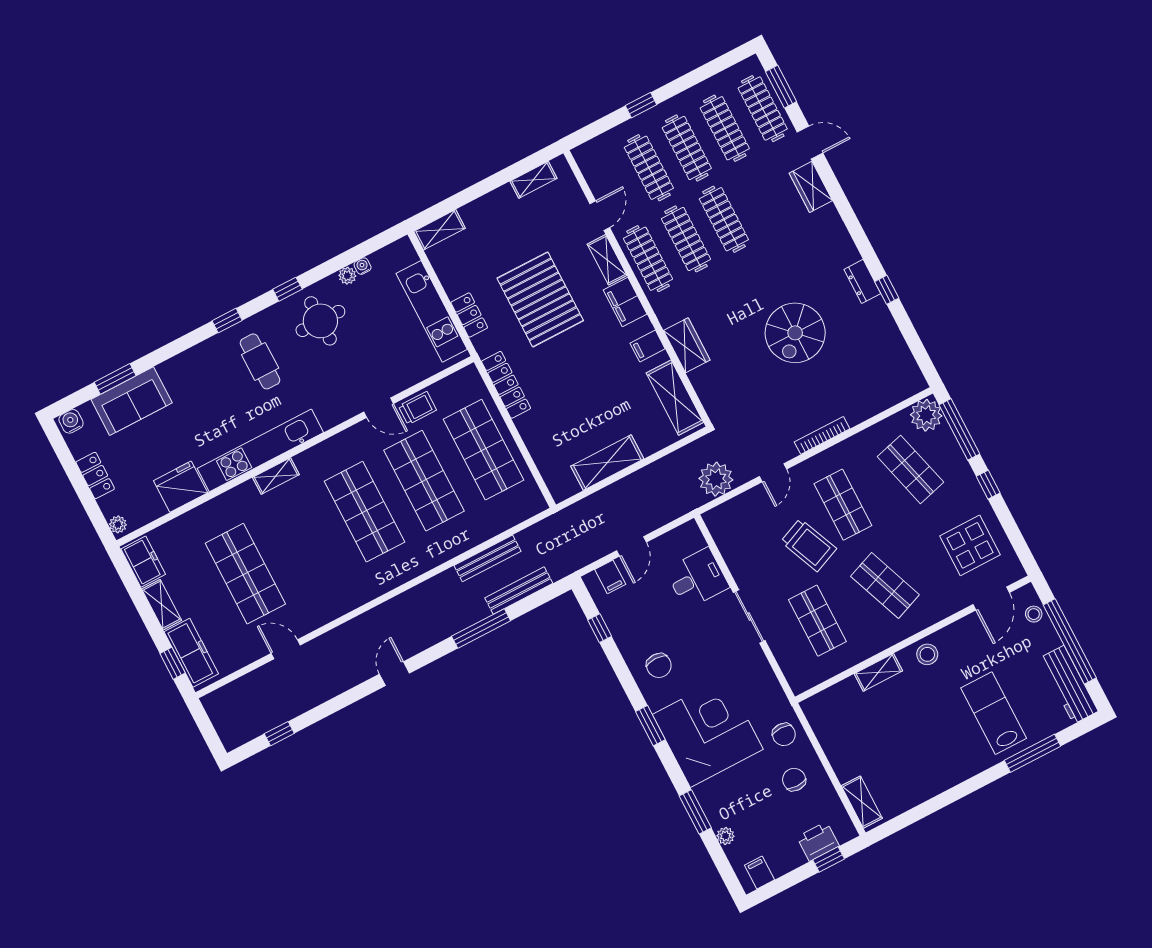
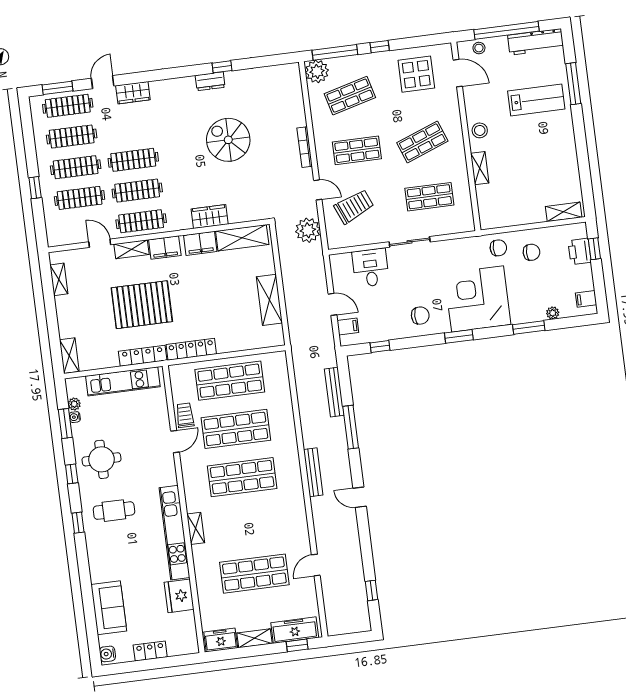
plant: (347, 276) -> (74, 404), moved
locker: (469, 315) -> (143, 356), width x1.53
spiral stairs: (795, 333) -> (228, 140), turned 180
filing cabinet: (648, 346) -> (200, 243), width x2.00
window: (115, 379) -> (65, 424), moved
plant: (118, 524) -> (189, 648), removed
trolley: (809, 545) -> (354, 207), moved
bench: (488, 558) -> (313, 472), moved
lab bench: (994, 713) -> (536, 100), turned 180
chair: (794, 780) -> (531, 252), turned 180

